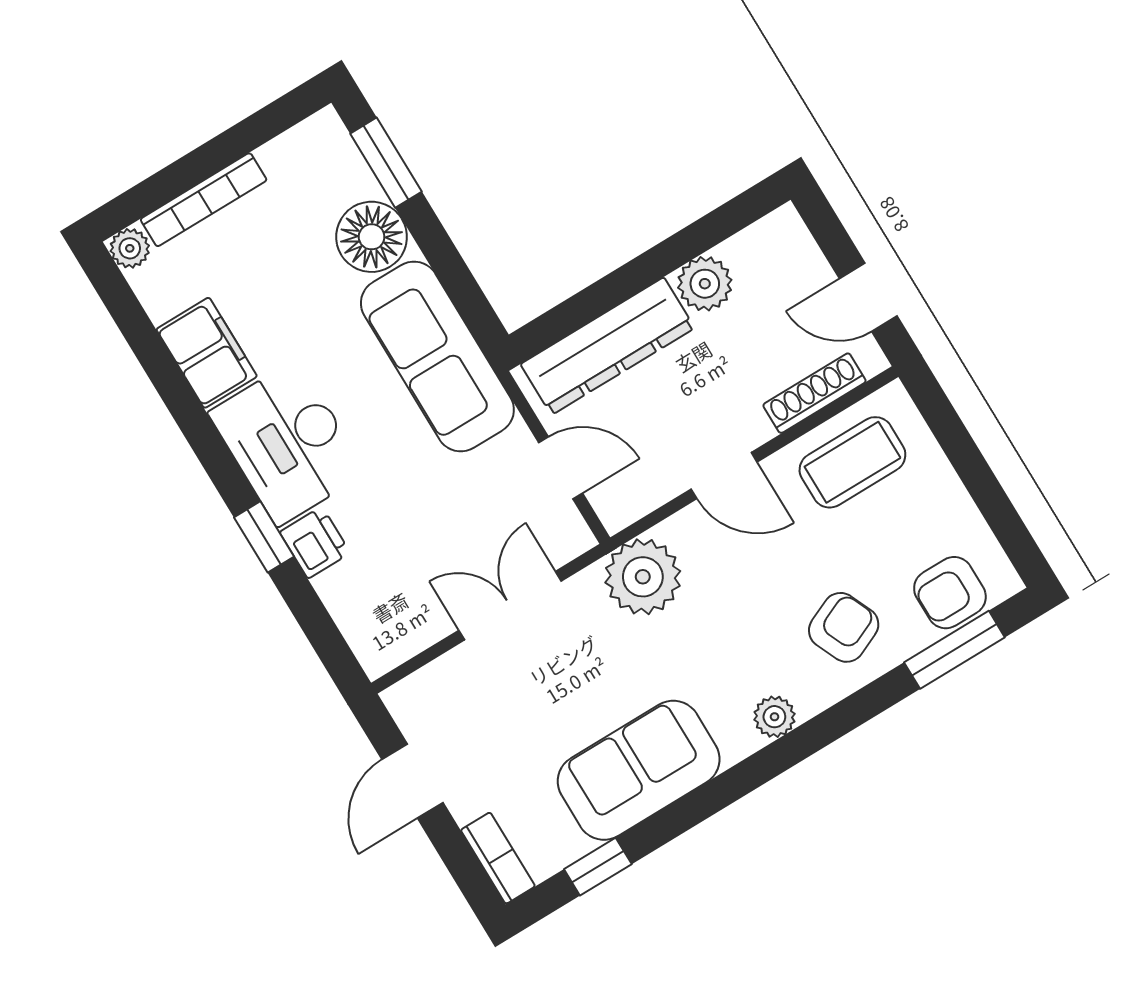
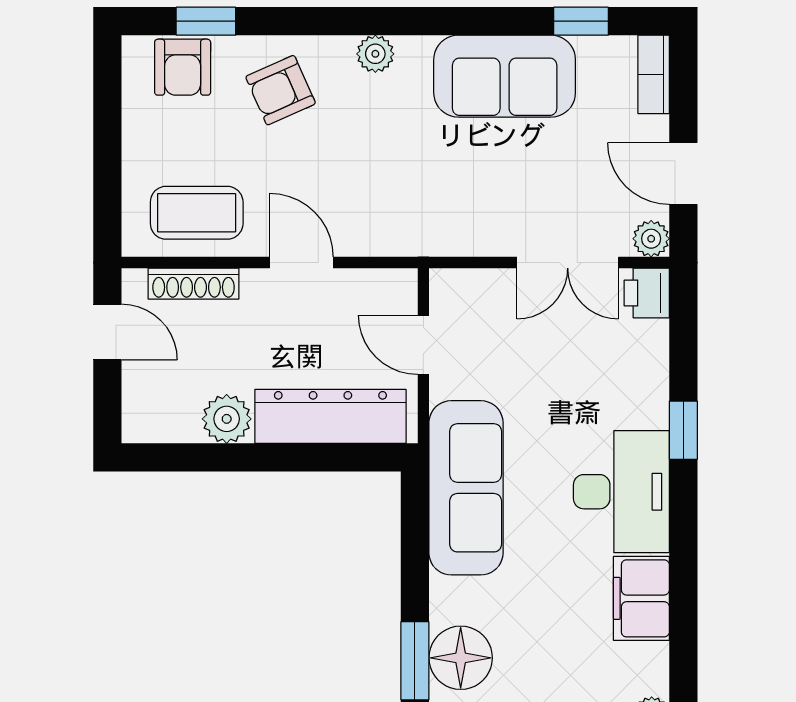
floor lamp: (372, 237) -> (461, 658), moved
printer: (315, 542) -> (647, 293), moved
plant: (643, 577) -> (651, 239), moved, width x0.53, depth x0.53
armchair: (950, 593) -> (183, 67), turned 90
double door: (510, 606) -> (568, 263), moved
window: (954, 650) -> (206, 21), width x0.67
door: (412, 781) -> (683, 174), swing flipped

